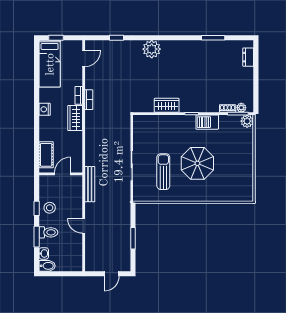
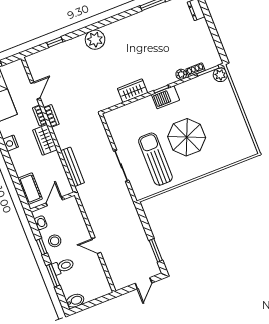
door: (84, 59) -> (35, 91), moved
plant: (241, 108) -> (181, 74), moved
barbecue: (207, 122) -> (166, 97), moved
sun lounger: (163, 172) -> (155, 159), width x1.36, depth x1.34
bench: (90, 184) -> (72, 167), moved
window: (133, 238) -> (156, 250), moved
washbasin: (44, 253) -> (41, 223), moved

